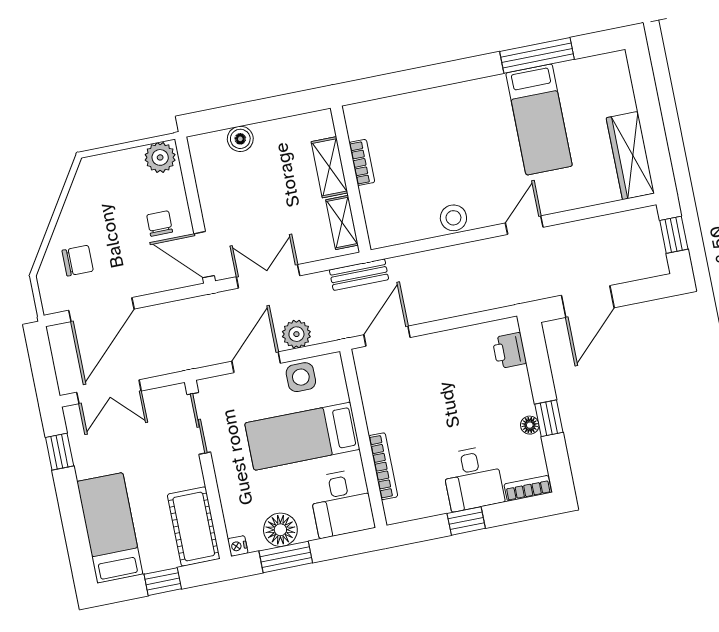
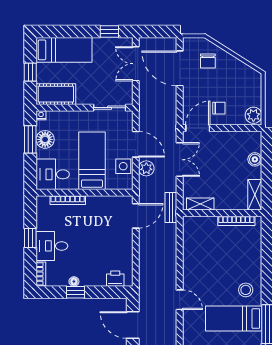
bookcase: (362, 162) -> (236, 221), width x1.56
shelving: (329, 167) -> (255, 195), moved, turned 90
stool: (453, 218) -> (246, 290), moved
door: (387, 336) -> (136, 216), hinge flipped

